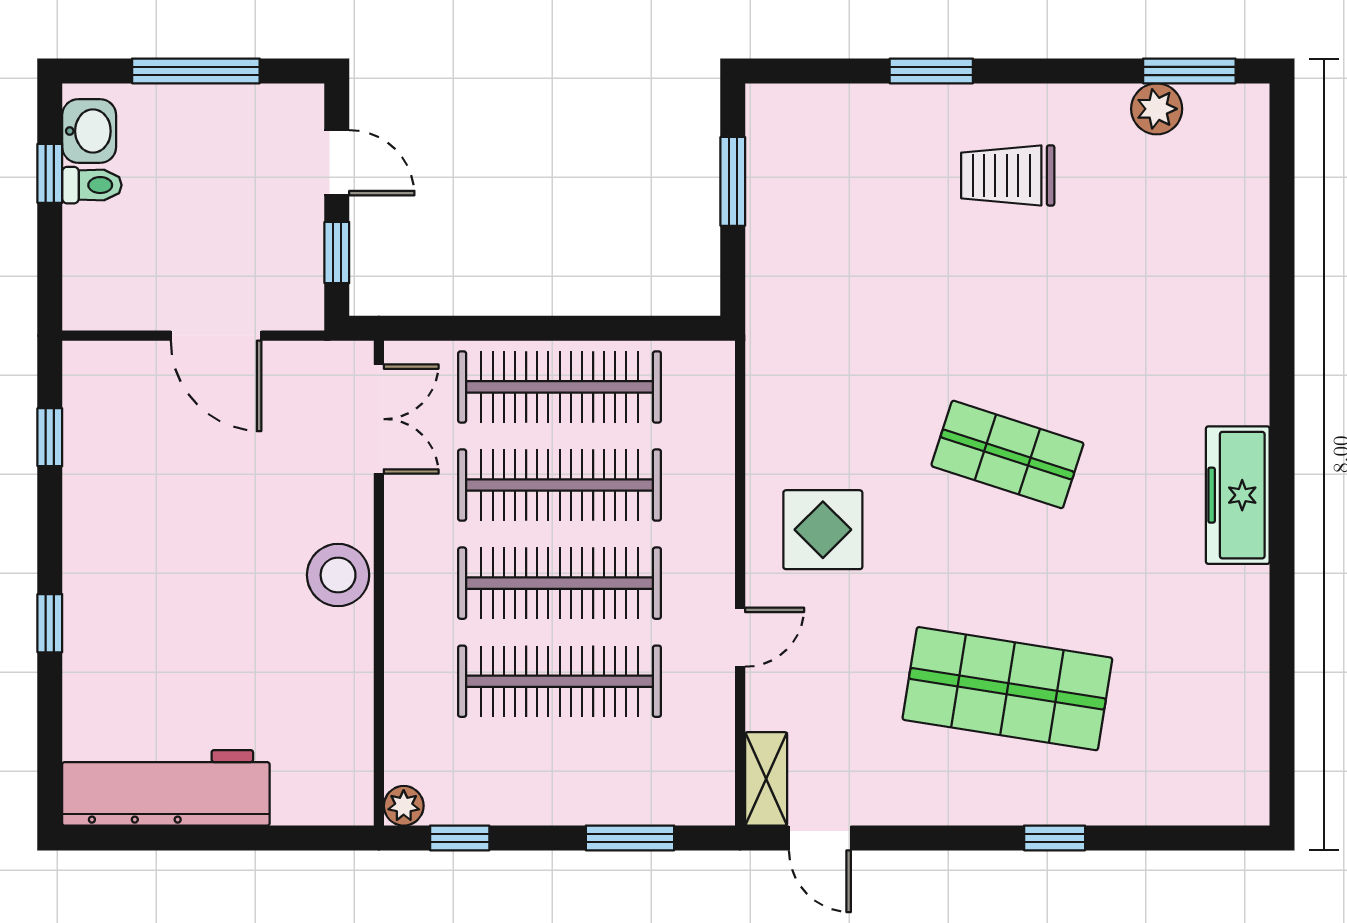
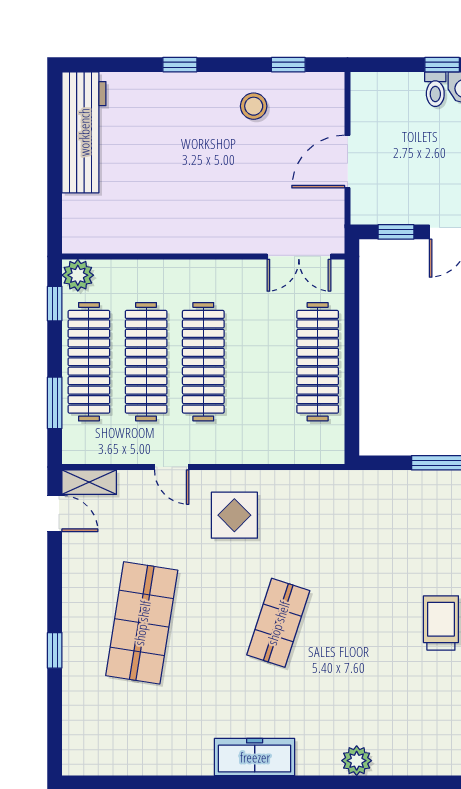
plant: (1244, 320) -> (357, 761), added
clothes rail: (560, 485) -> (89, 362), moved
stool: (338, 575) -> (254, 106), moved, width x0.73, depth x0.73
plant: (404, 806) -> (78, 275), width x1.38, depth x1.38
door: (820, 838) -> (55, 514), swing flipped

